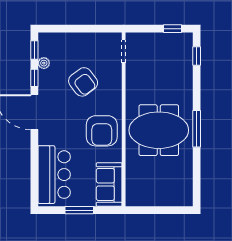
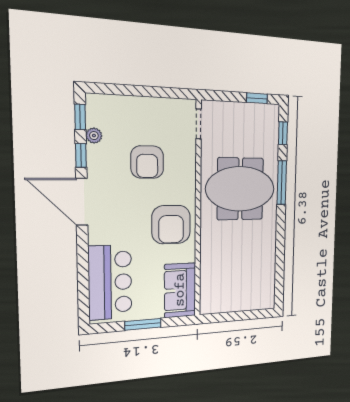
armchair: (83, 82) -> (147, 162), turned 37
window: (197, 129) -> (282, 183), moved
meeting table: (159, 130) -> (240, 189), moved

